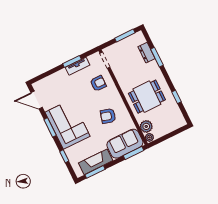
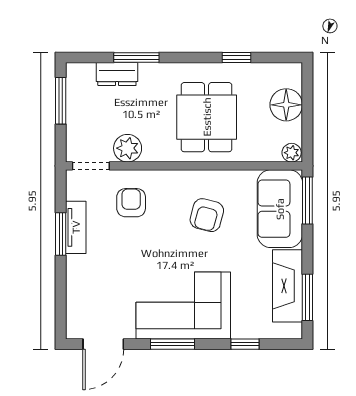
plant: (146, 126) -> (128, 148), moved
floor lamp: (167, 126) -> (286, 105), added

